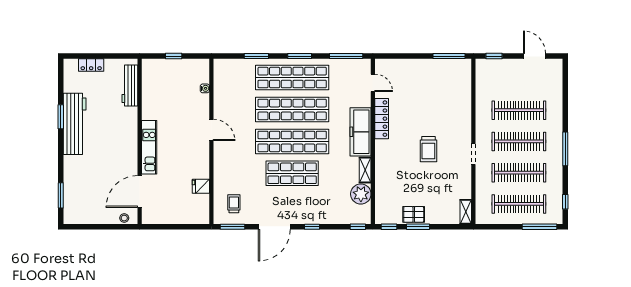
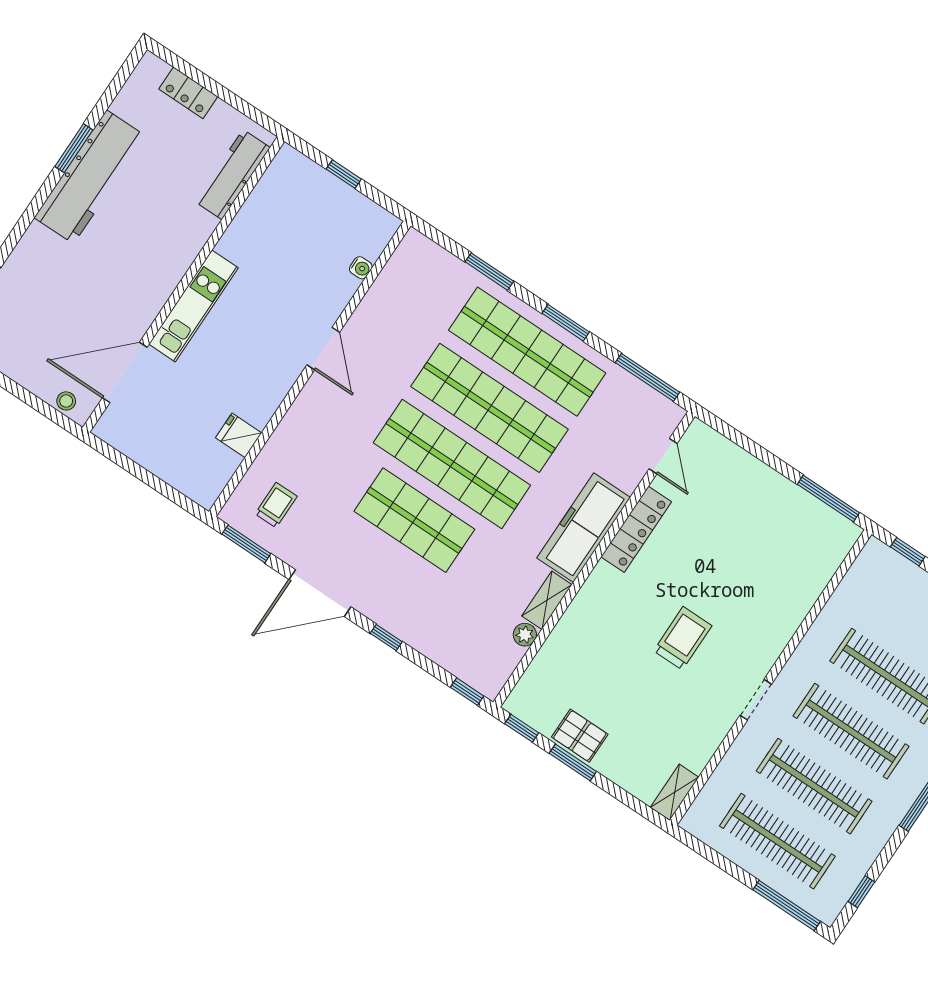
trolley: (428, 149) -> (683, 638), turned 180
plant: (361, 194) -> (525, 635), width x0.53, depth x0.53

